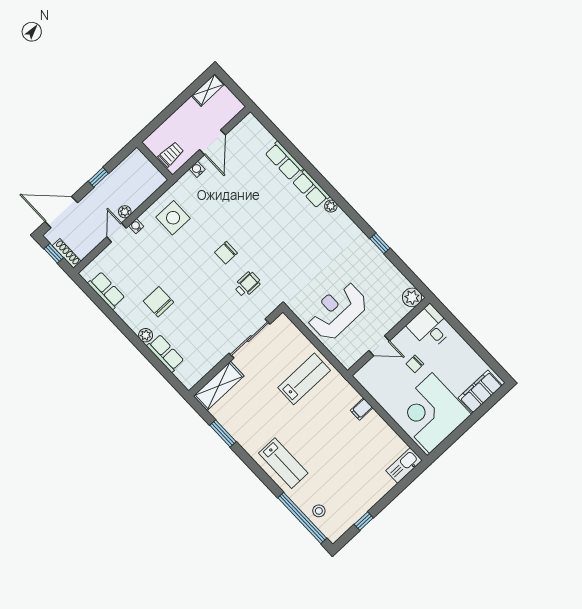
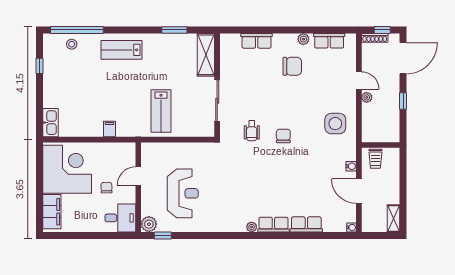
water cooler: (136, 226) -> (351, 227), moved
window: (380, 243) -> (163, 236), moved
reception desk: (337, 311) -> (183, 193), moved
plant: (146, 335) -> (303, 39), moved

